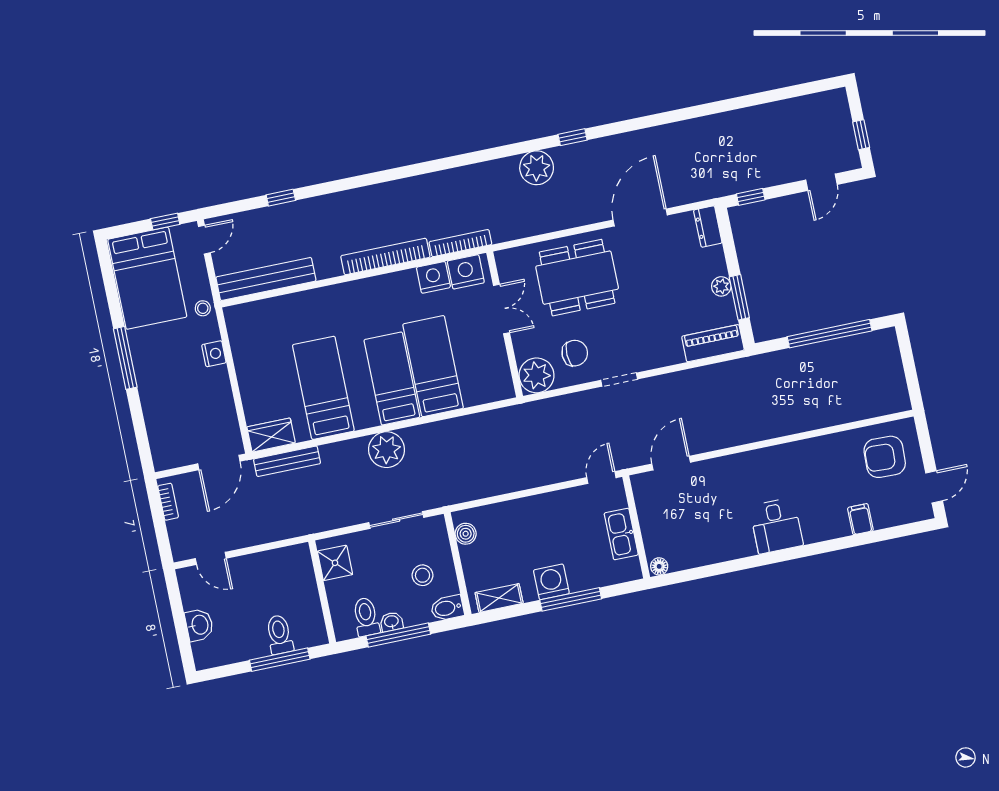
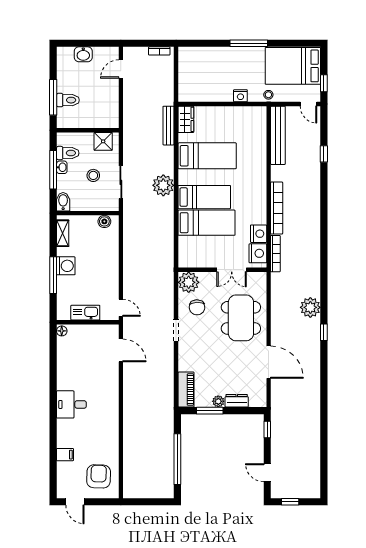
dresser: (708, 227) -> (237, 401), moved
door: (219, 463) -> (176, 85), removed
stool: (423, 575) -> (93, 175), moved

